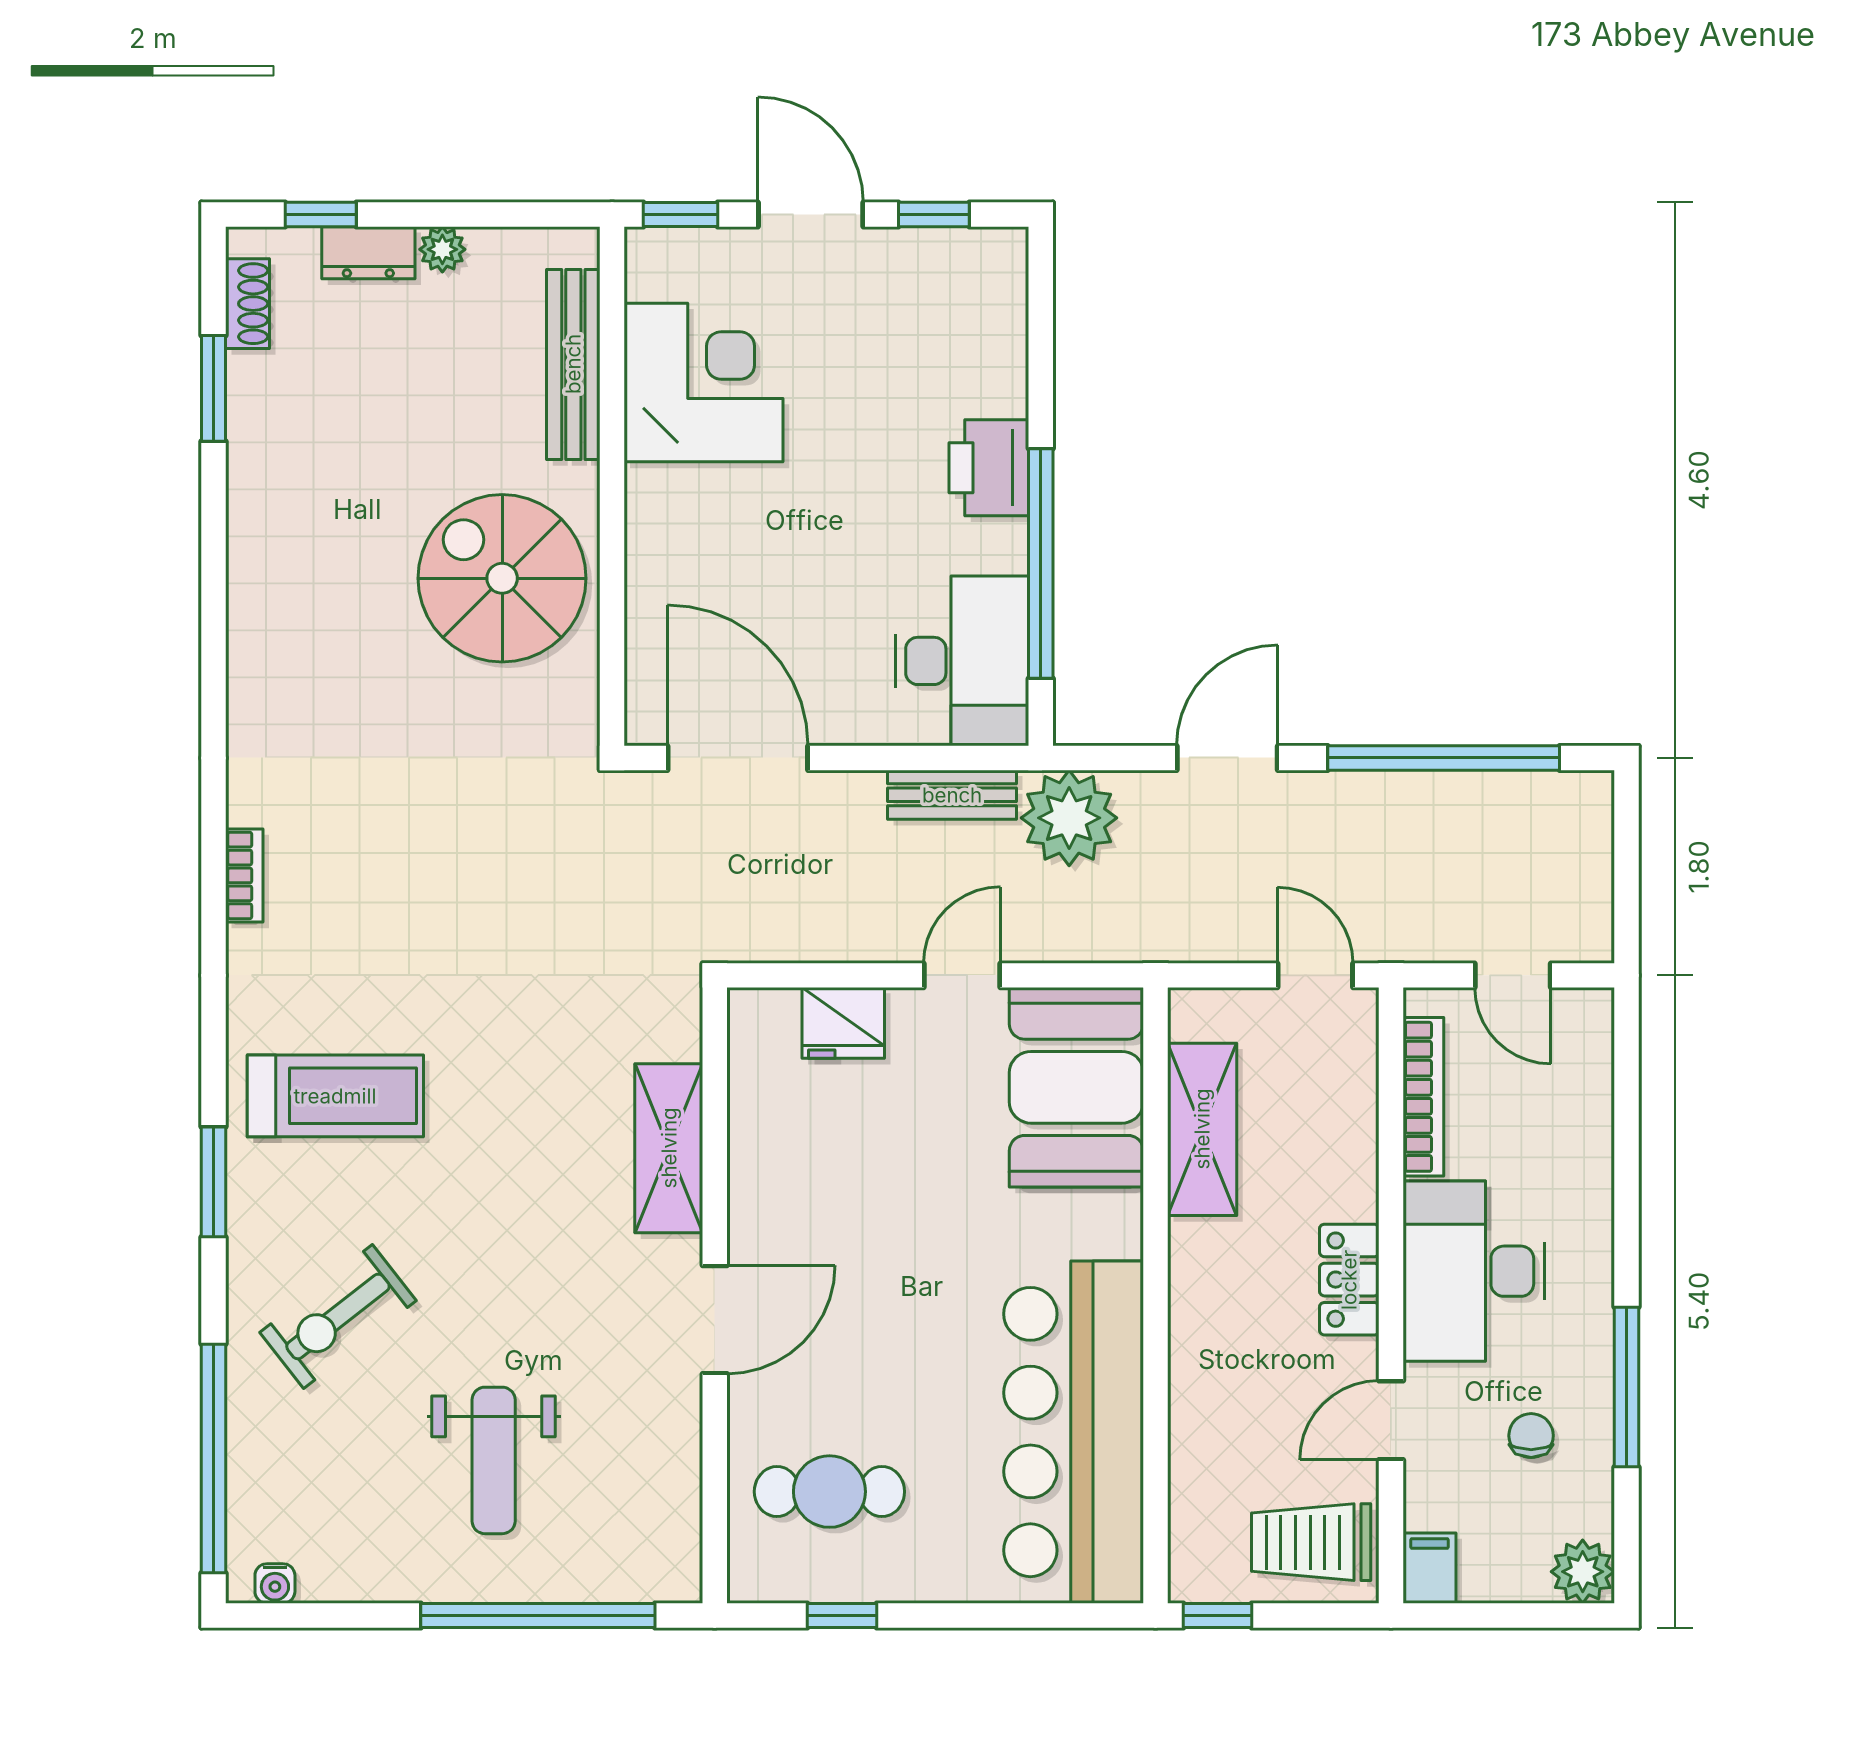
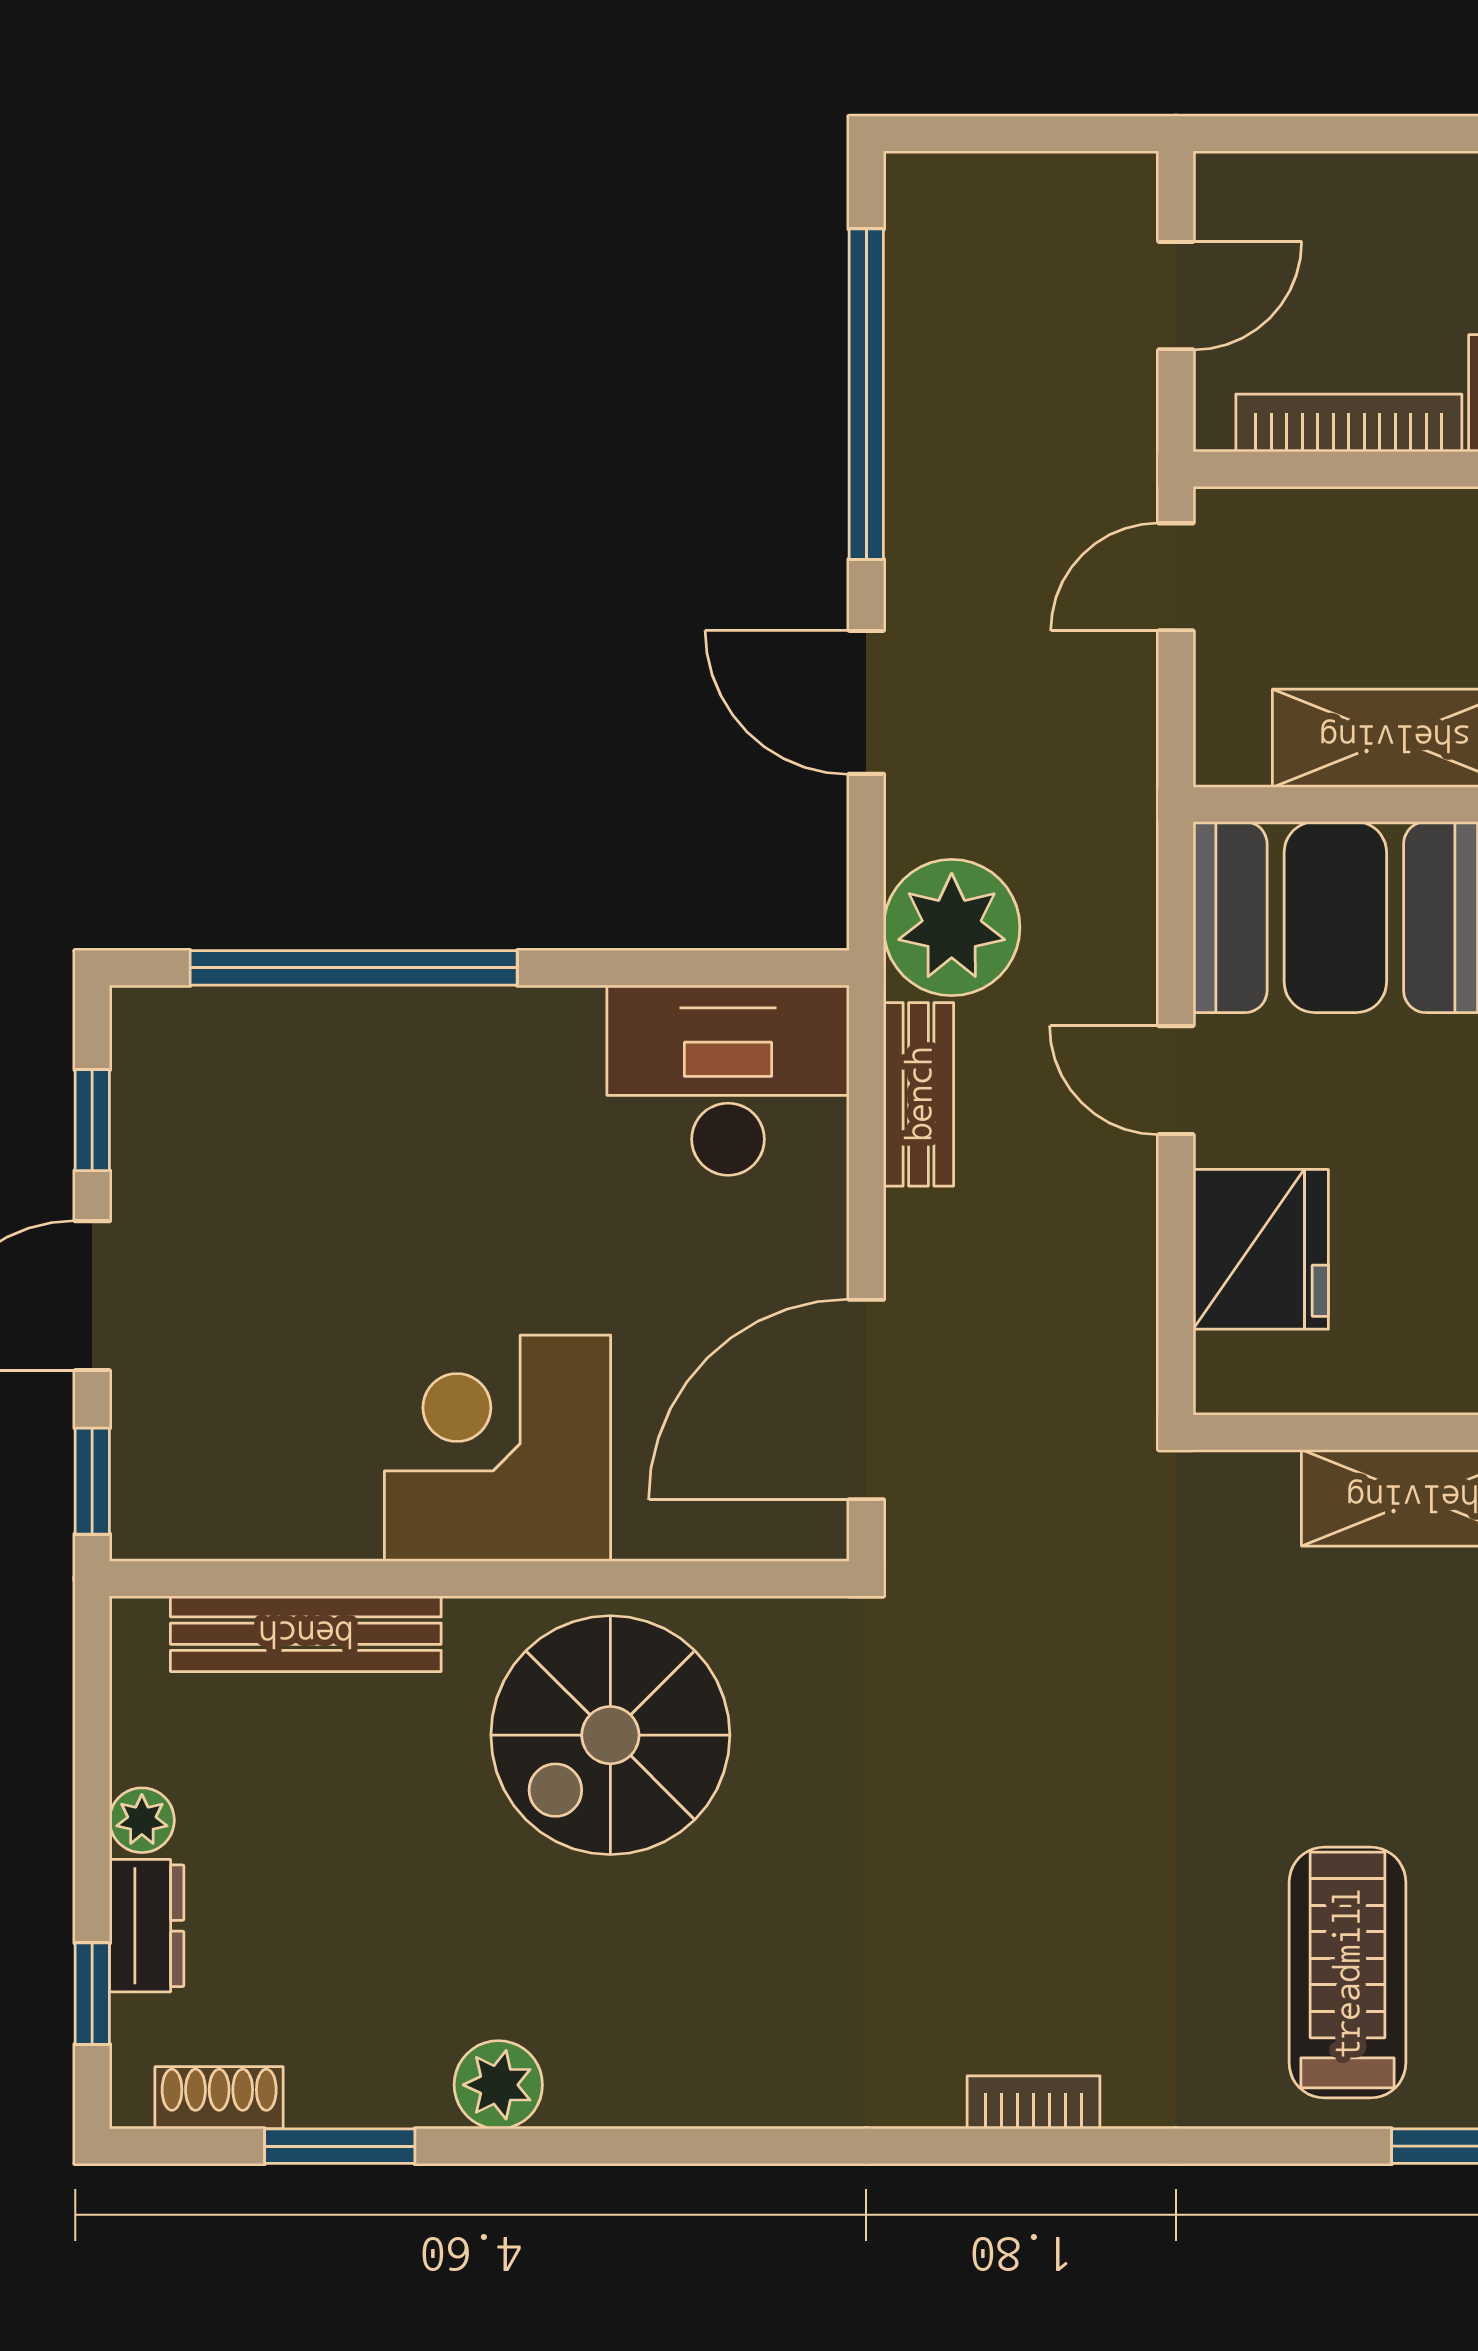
corner desk: (704, 383) -> (498, 1448), moved
printer: (989, 468) -> (453, 1042), removed
plant: (257, 500) -> (498, 2085), added
window: (1041, 563) -> (354, 968), moved
fridge: (843, 1023) -> (1261, 1249), width x1.36, depth x1.34

